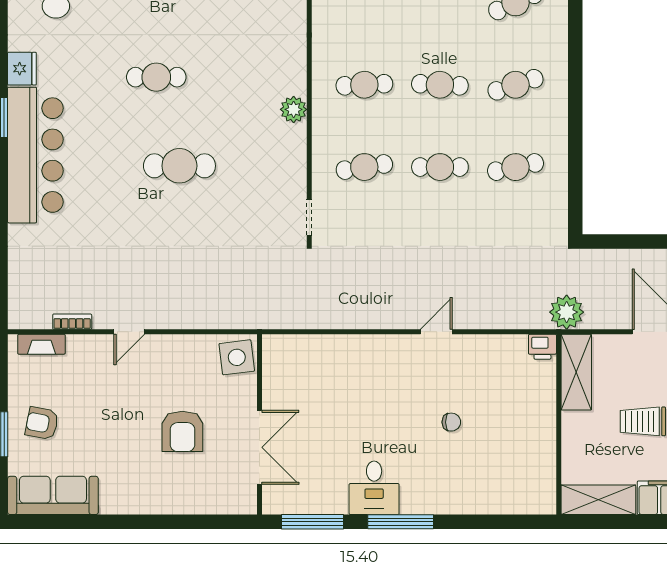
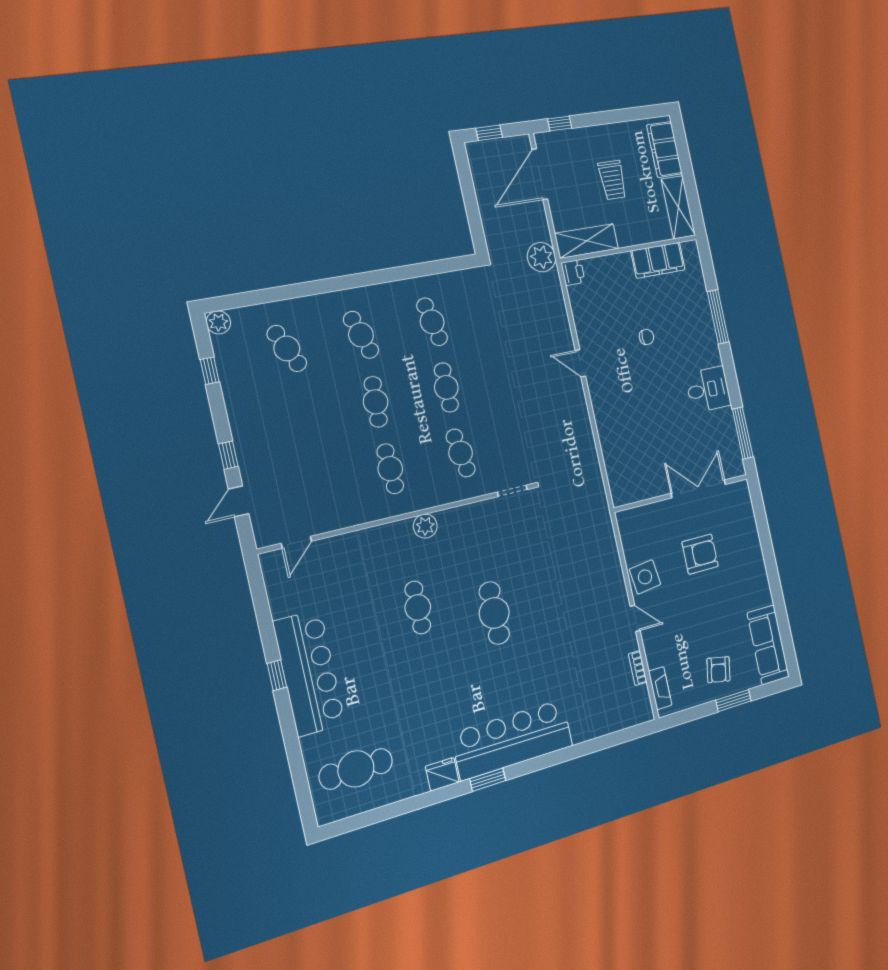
cafe table: (156, 77) -> (418, 607), moved
side table: (237, 357) -> (645, 577), moved
chair: (451, 422) -> (647, 337), turned 90
filing cabinet: (539, 458) -> (658, 260), added
window: (401, 522) -> (718, 317), moved

